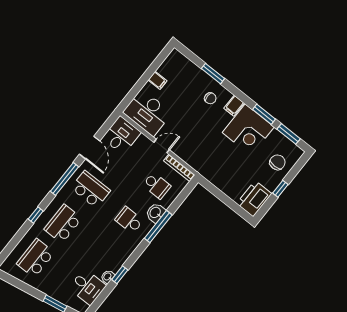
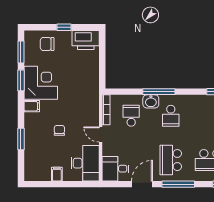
chair: (210, 98) -> (59, 130), moved

